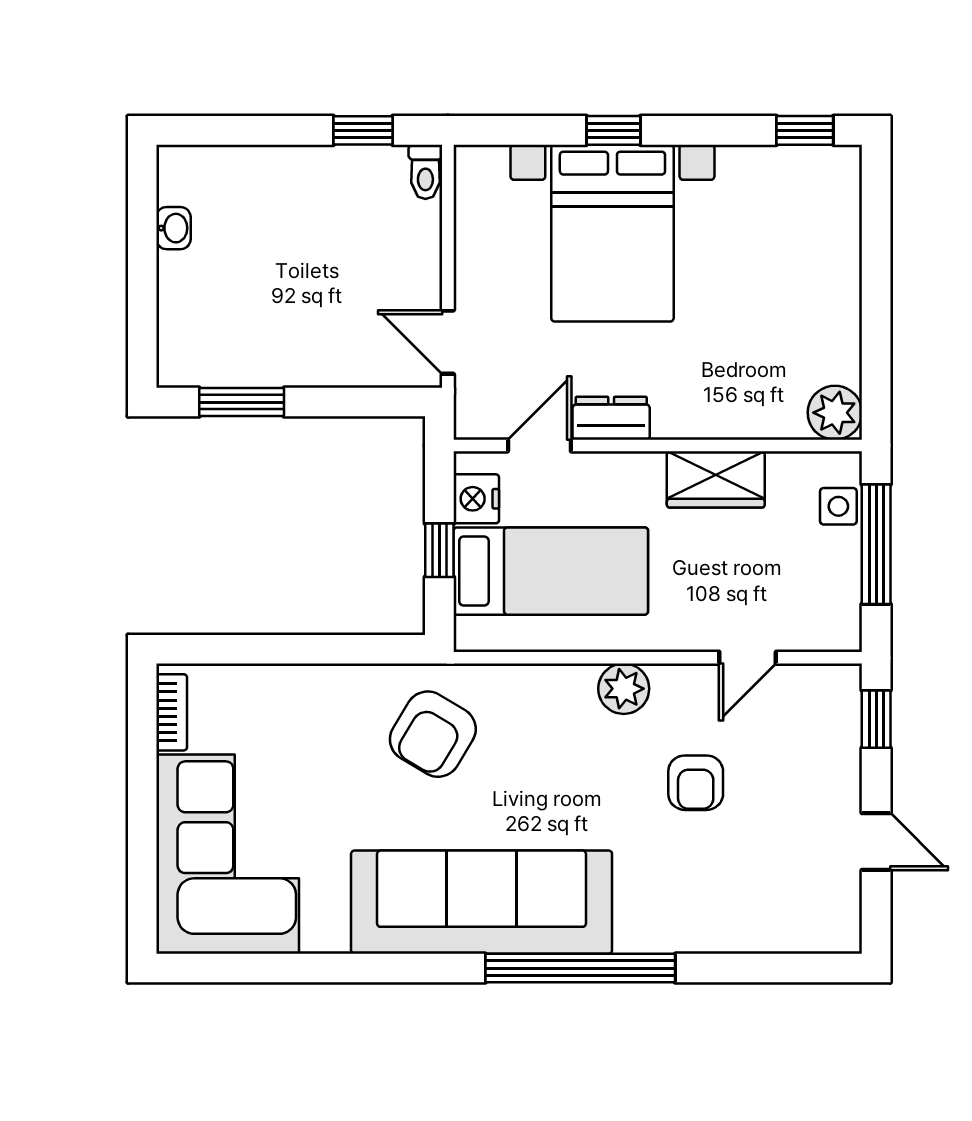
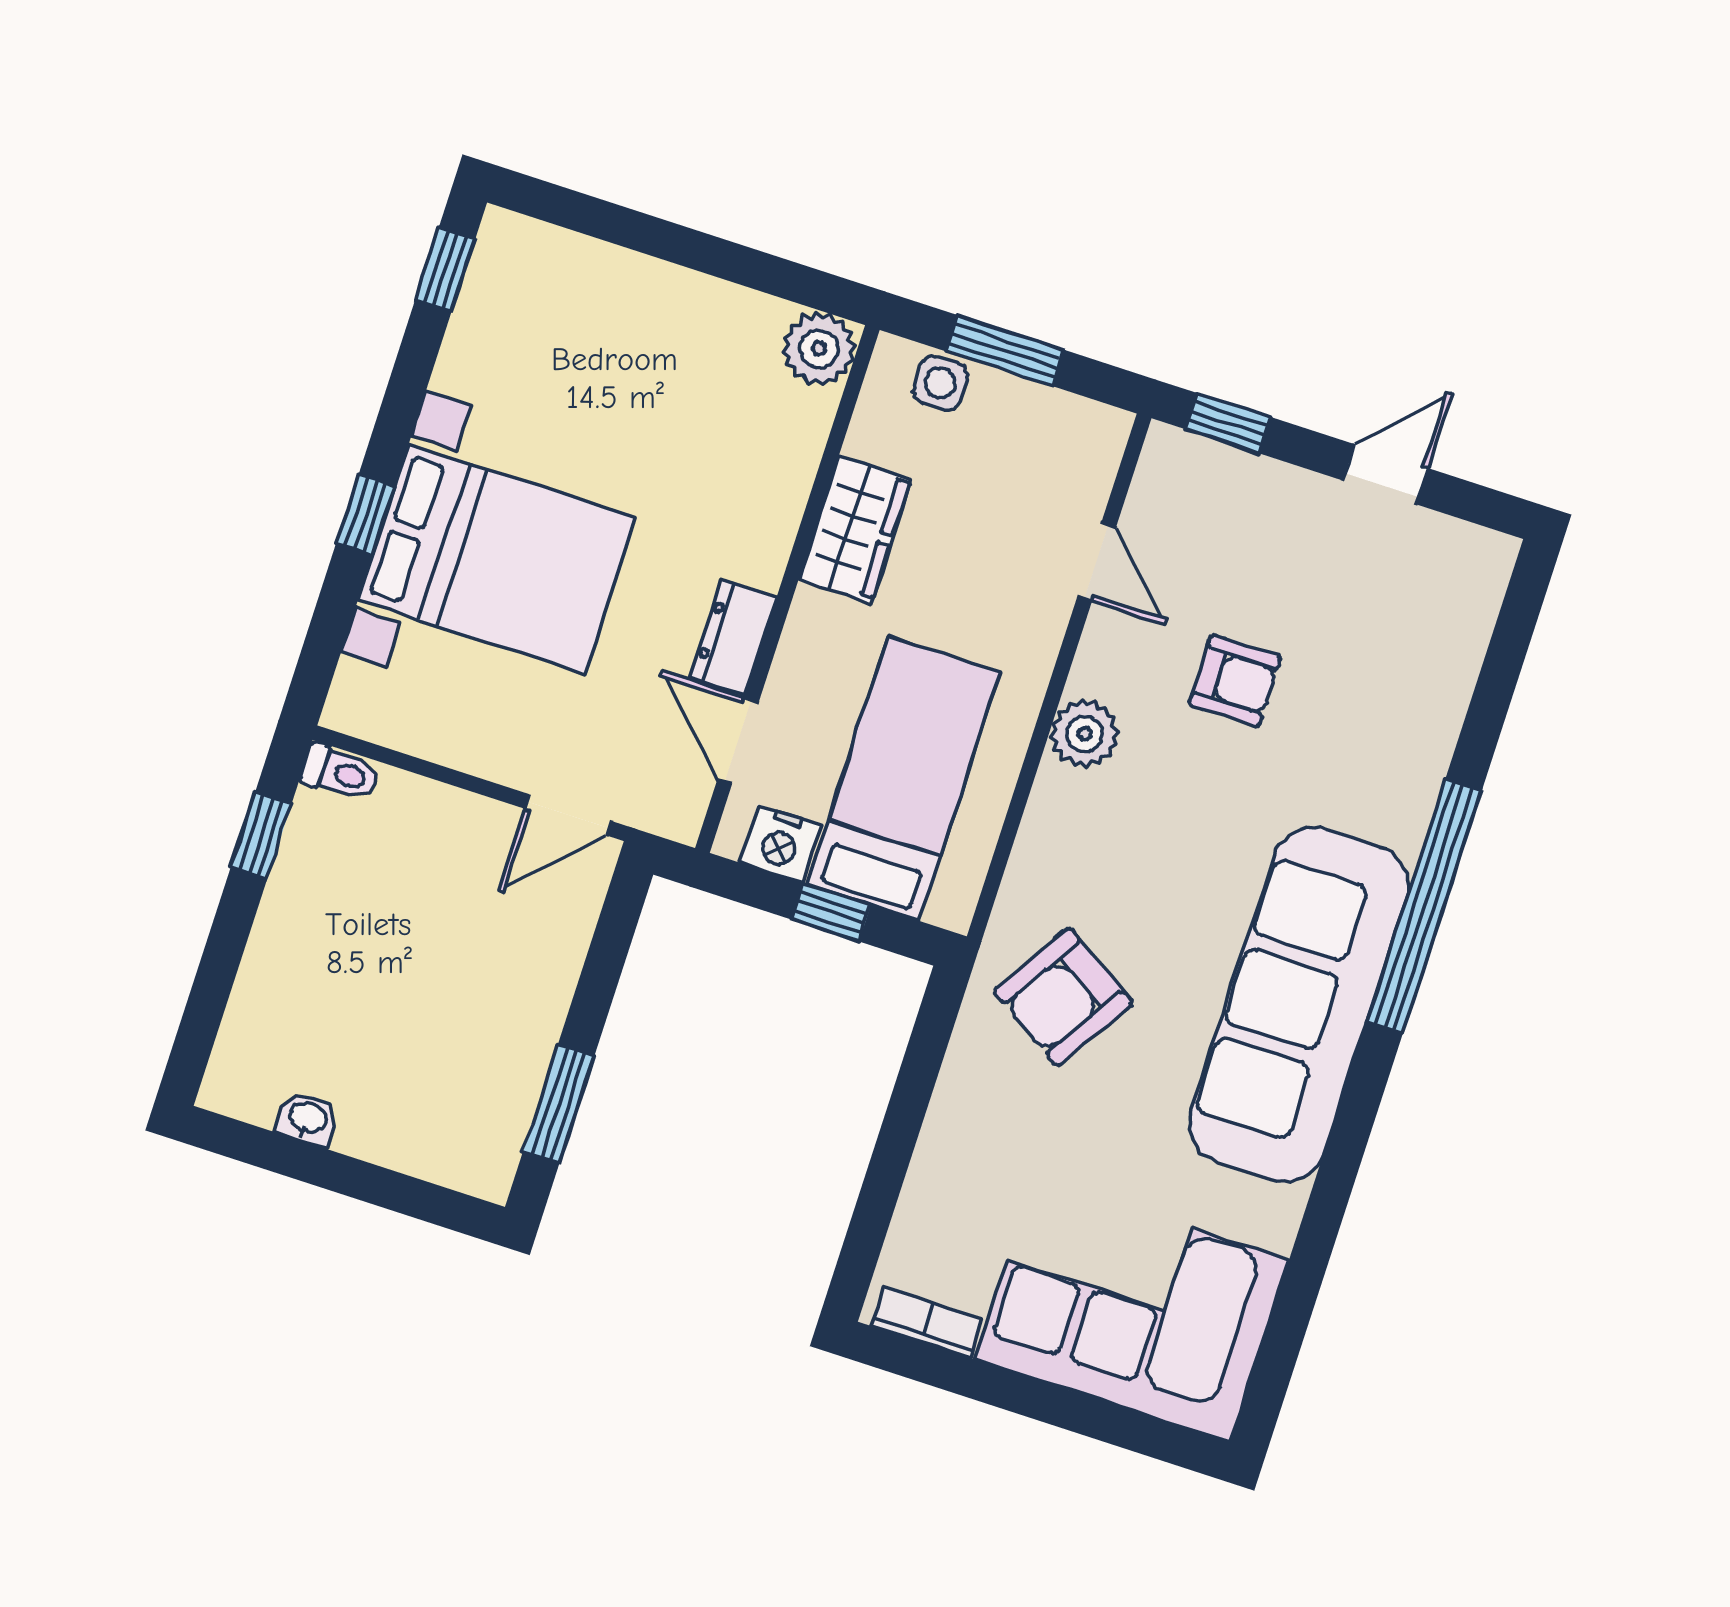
window: (876, 544) -> (1005, 351), width x0.69
armchair: (433, 734) -> (1063, 997), turned 91

